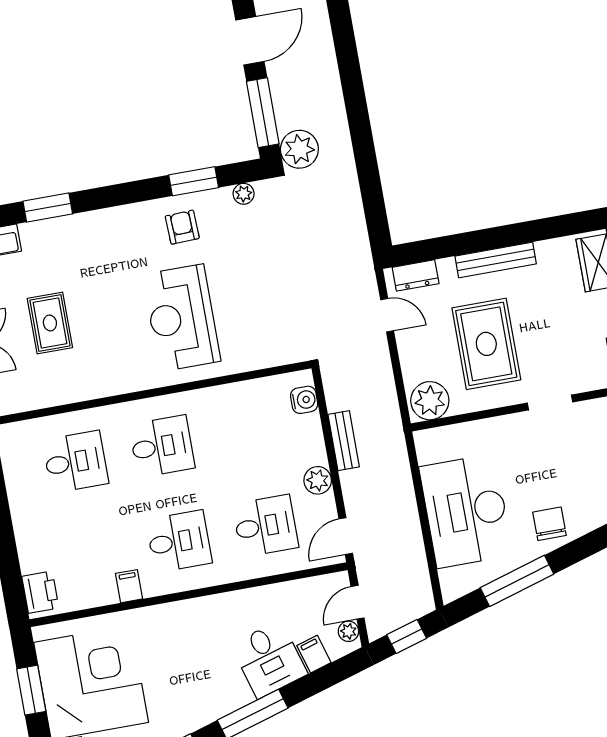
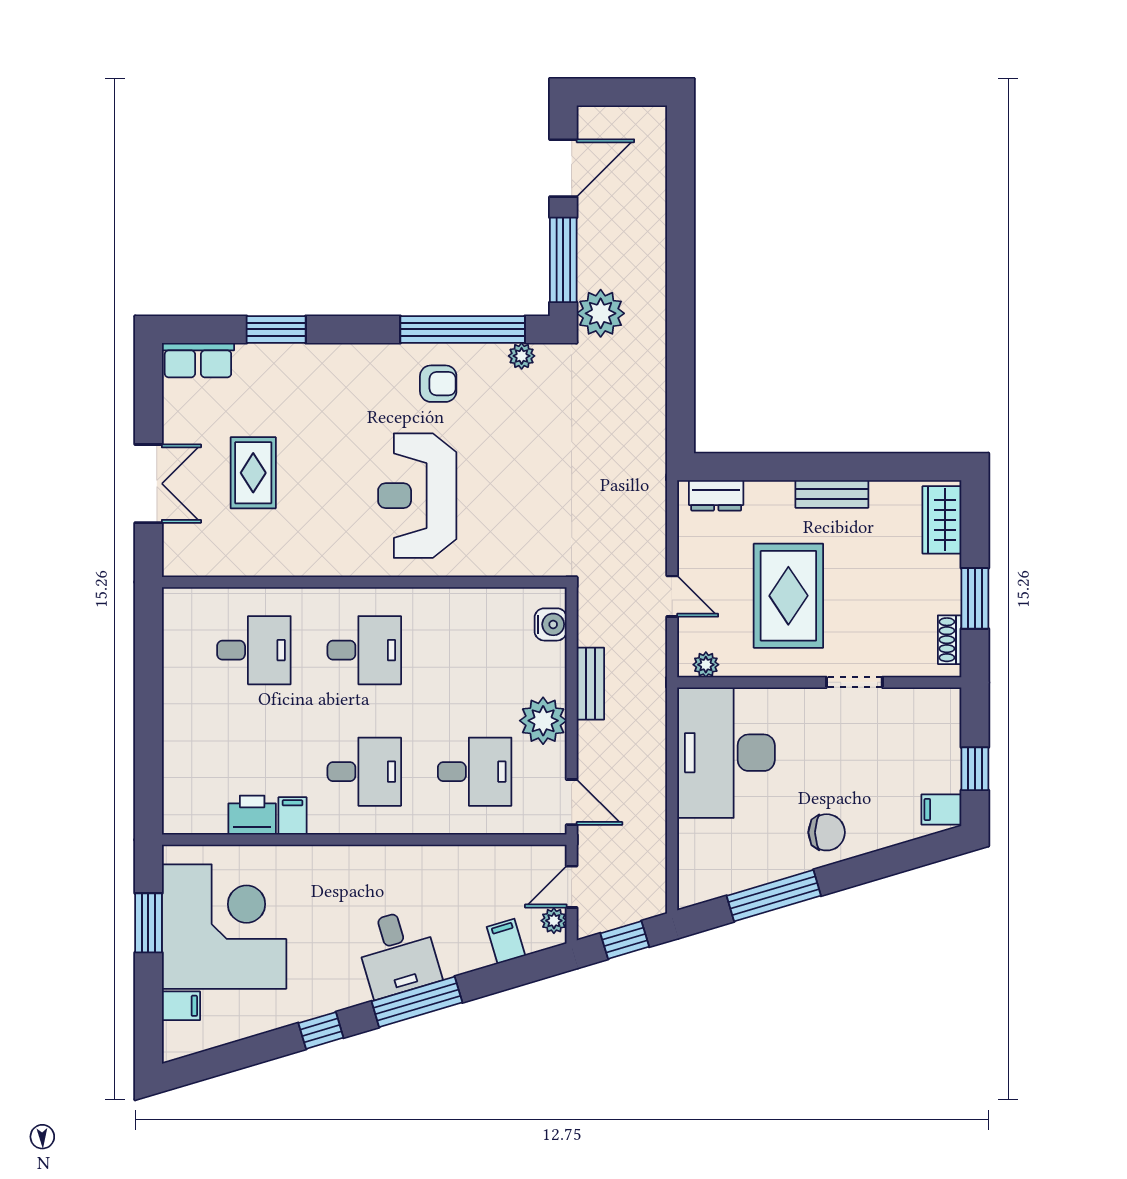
window: (194, 181) -> (463, 329), width x2.11
armchair: (182, 227) -> (438, 384), turned 92
bench: (496, 260) -> (832, 494), width x0.73
door: (387, 315) -> (672, 596), moved
plant: (430, 401) -> (706, 665), width x0.53, depth x0.53
plant: (318, 480) -> (543, 721), width x1.36, depth x1.36
desk: (466, 511) -> (726, 753), moved
chair: (549, 524) -> (827, 832), turned 90
door: (346, 536) -> (572, 802), swing flipped
printer: (40, 592) -> (252, 815), moved, turned -90
desk: (269, 659) -> (398, 953), moved

